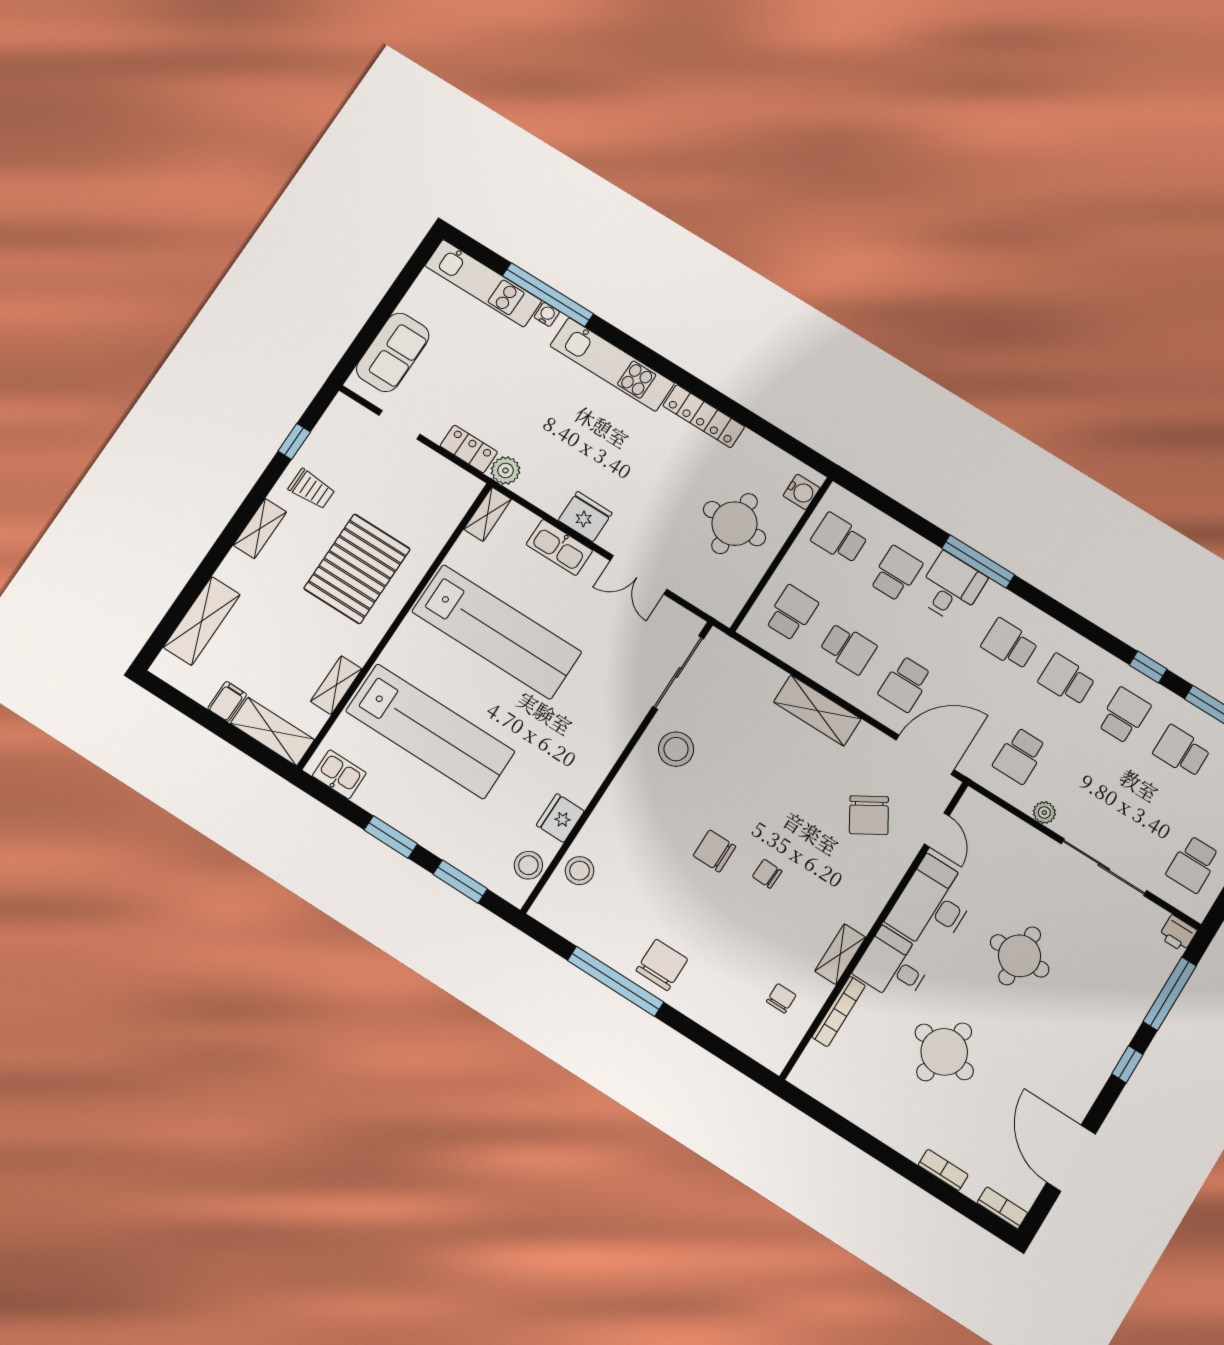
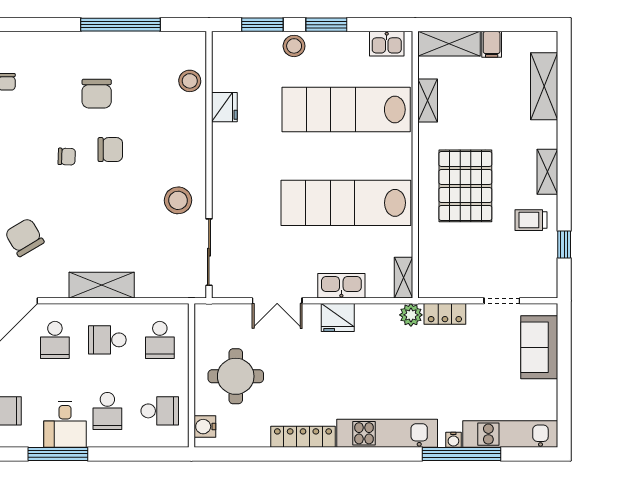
double door: (638, 575) -> (277, 301), swing flipped
school desk: (905, 684) -> (55, 340), turned 180
stool: (528, 865) -> (294, 46), moved
chair: (662, 965) -> (97, 94), moved

